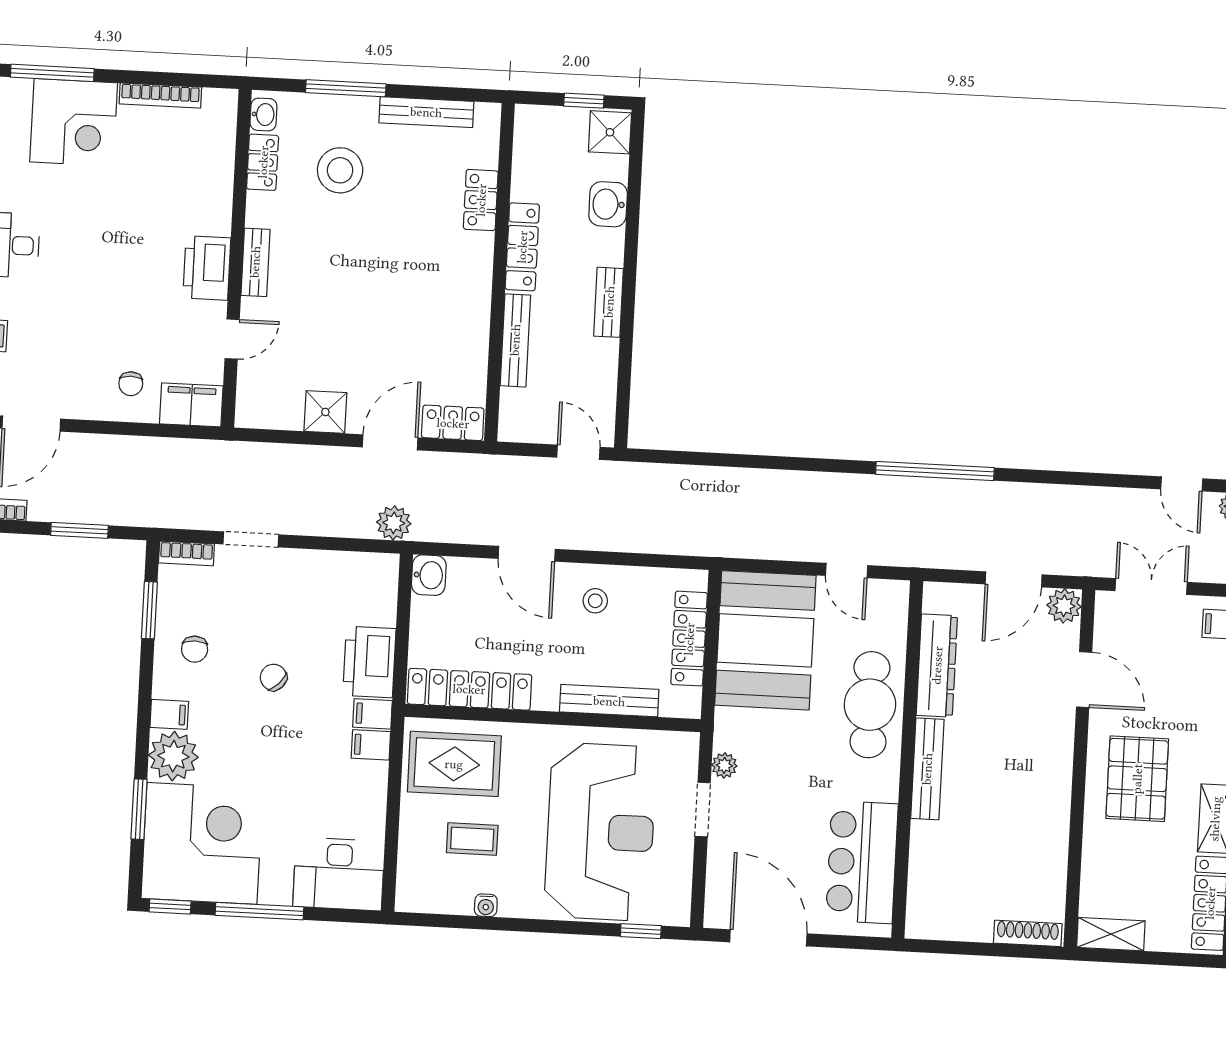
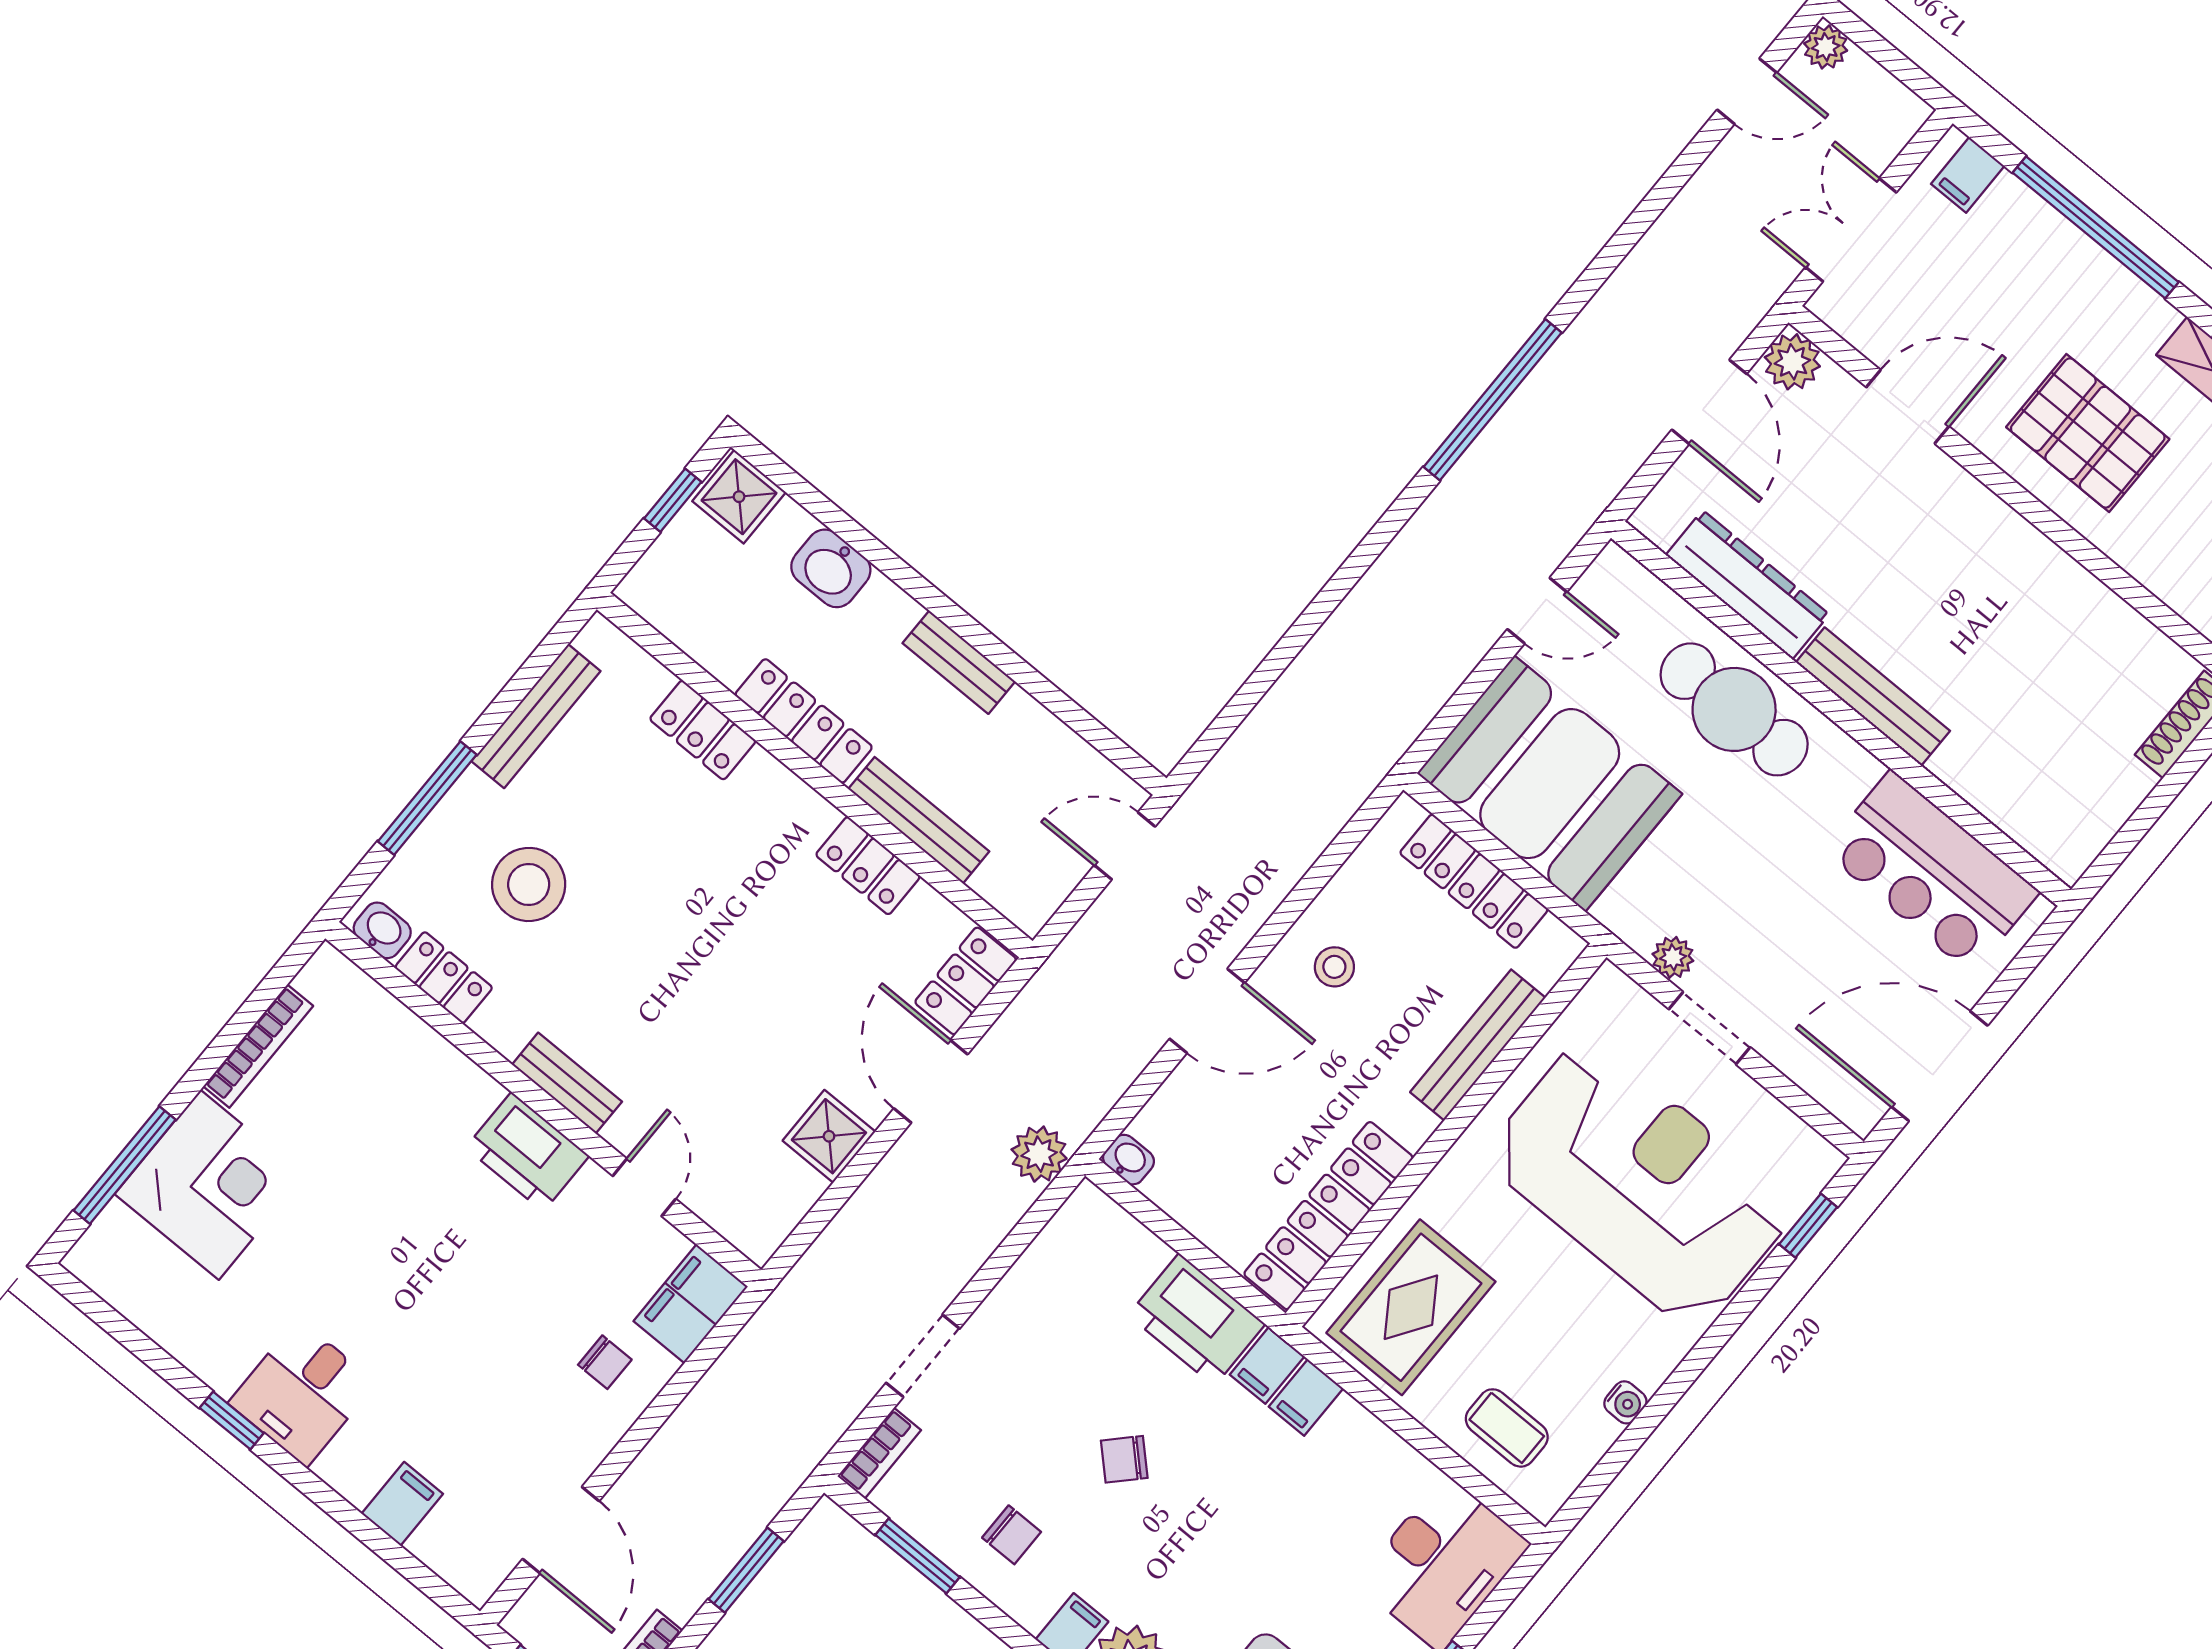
locker: (474, 332) -> (868, 866), added
washbasin: (429, 575) -> (1129, 1160), width x0.72, depth x0.69
coffee table: (472, 839) -> (1507, 1428), moved, turned 90

